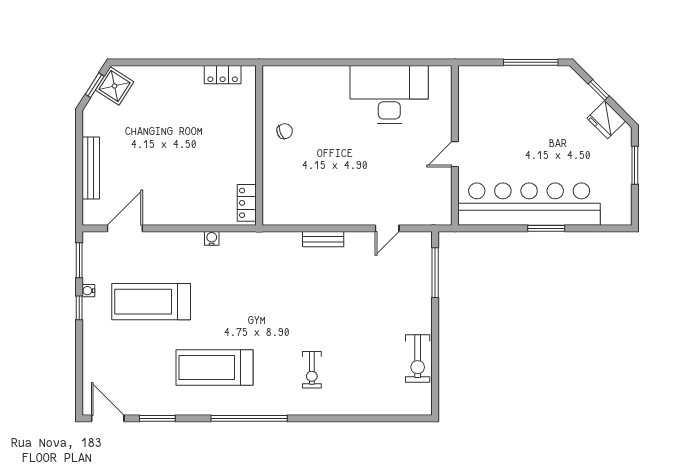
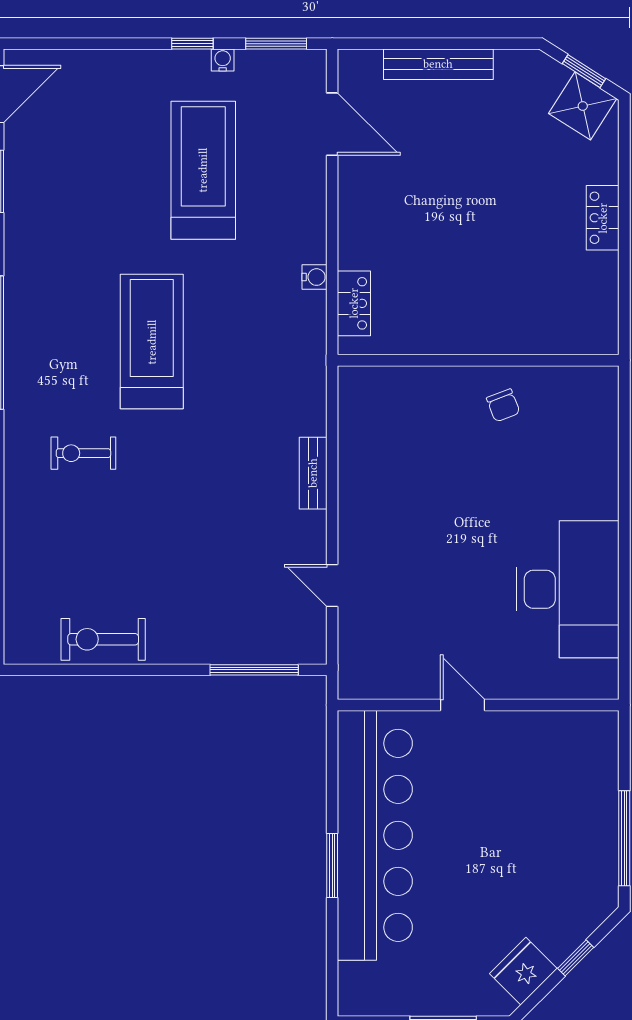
locker: (223, 75) -> (603, 218), moved
locker: (247, 203) -> (354, 303), moved, turned 90
treadmill: (215, 368) -> (152, 342), moved

